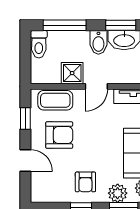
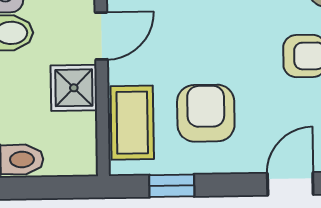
door: (96, 86) -> (101, 36), hinge flipped
door: (25, 161) -> (290, 184), moved

